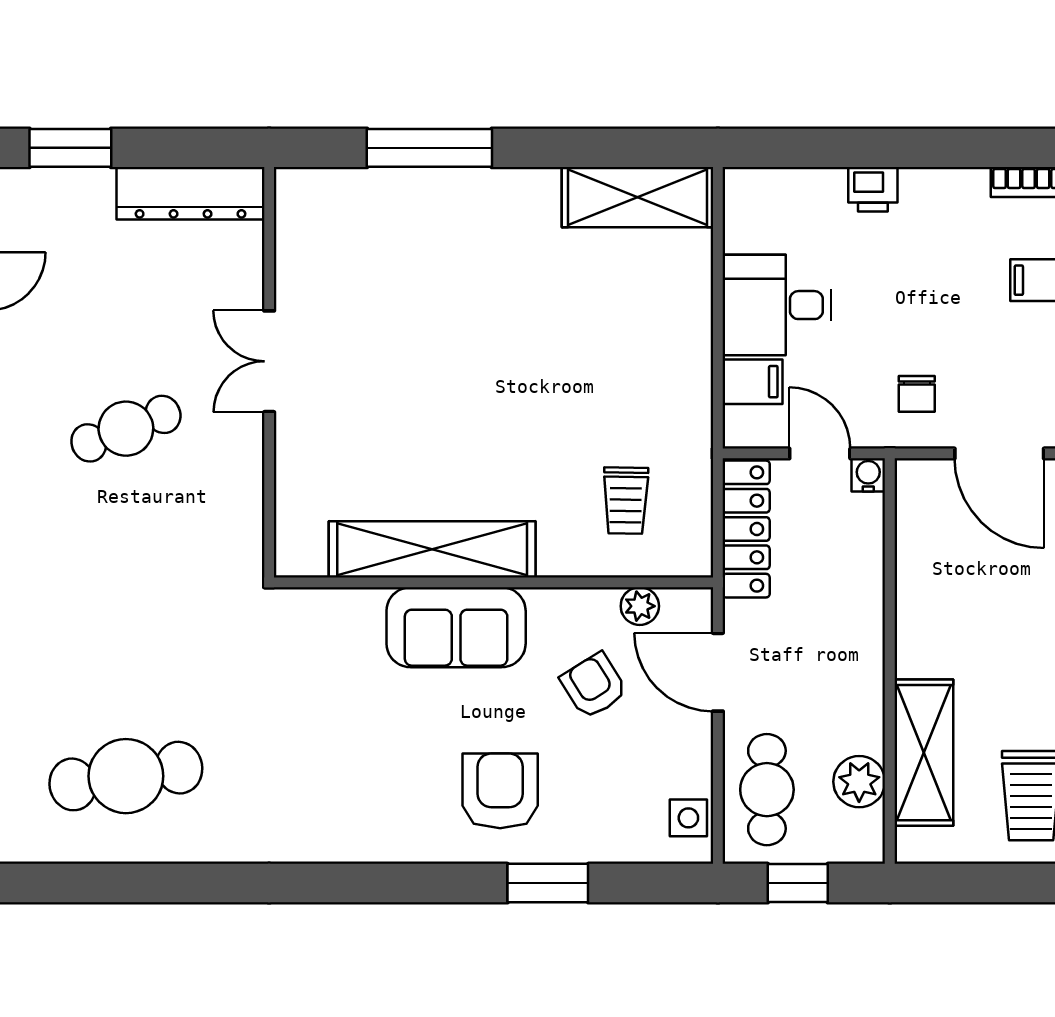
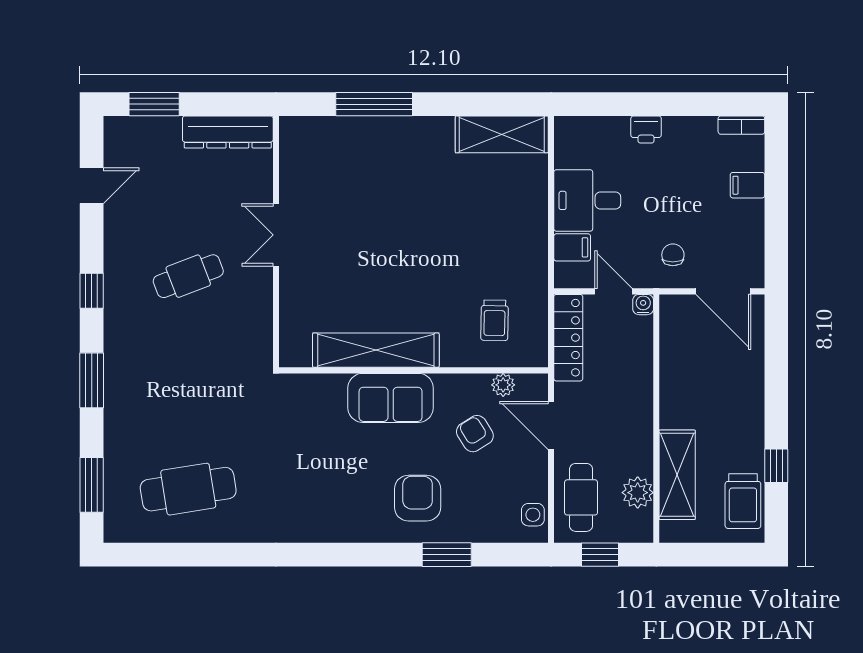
chair: (917, 394) -> (673, 255), turned 180

